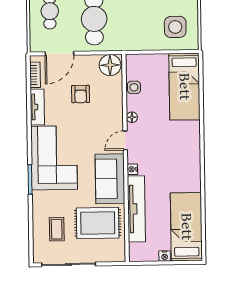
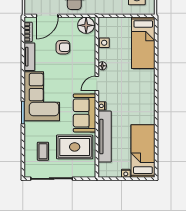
armchair: (81, 94) -> (63, 47), turned -90

